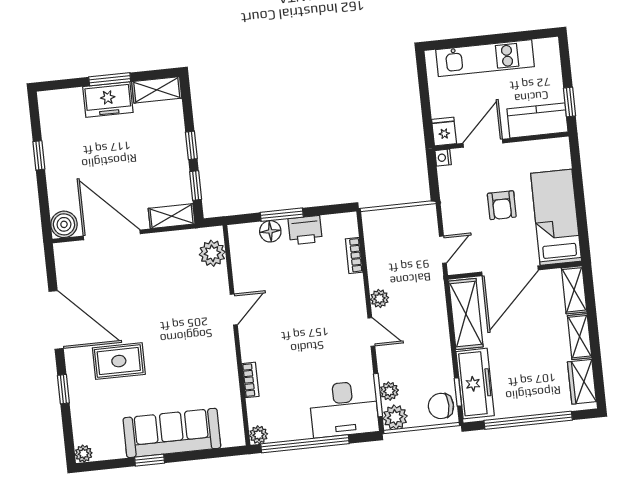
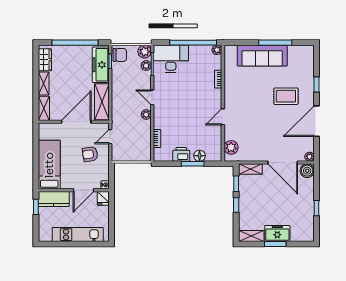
armchair: (502, 205) -> (90, 154), moved, turned -99
bed: (556, 217) -> (49, 165), moved, turned 180
door: (56, 320) -> (316, 121), hinge flipped
plant: (84, 454) -> (309, 157), moved
window: (150, 460) -> (275, 43), width x2.17

